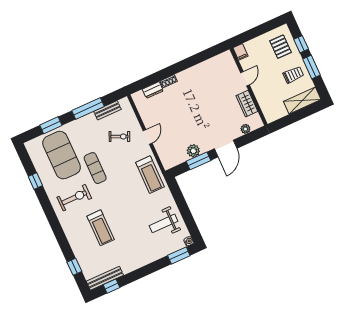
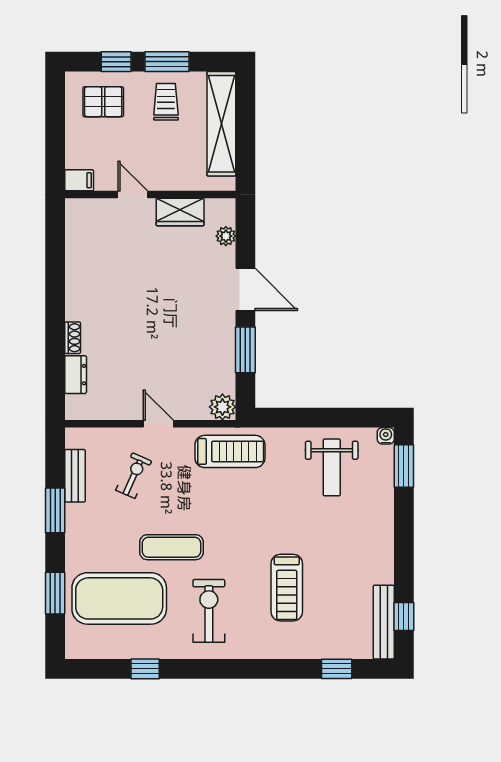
shelving: (302, 101) -> (221, 124), width x1.47
window: (88, 108) -> (55, 510), width x0.69
plant: (193, 151) -> (222, 407), moved
treadmill: (101, 228) -> (287, 588), turned 90

